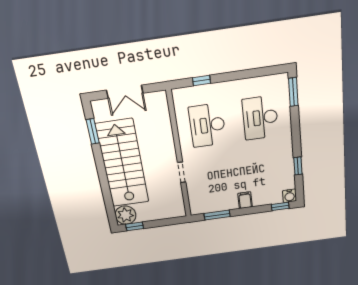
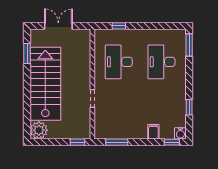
double door: (125, 92) -> (58, 26), swing flipped
filing cabinet: (245, 200) -> (153, 132), moved
window: (135, 226) -> (77, 142), moved

